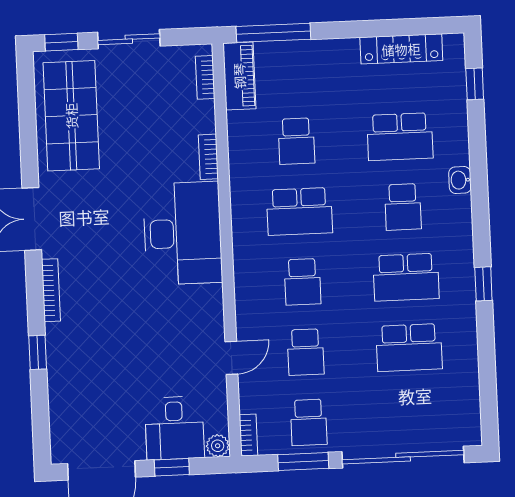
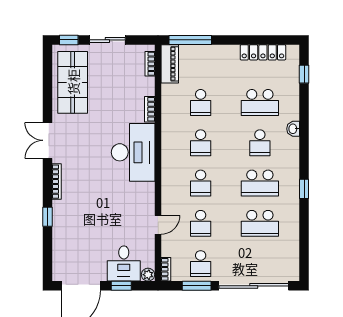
school desk: (299, 211) -> (201, 143), width x0.54

